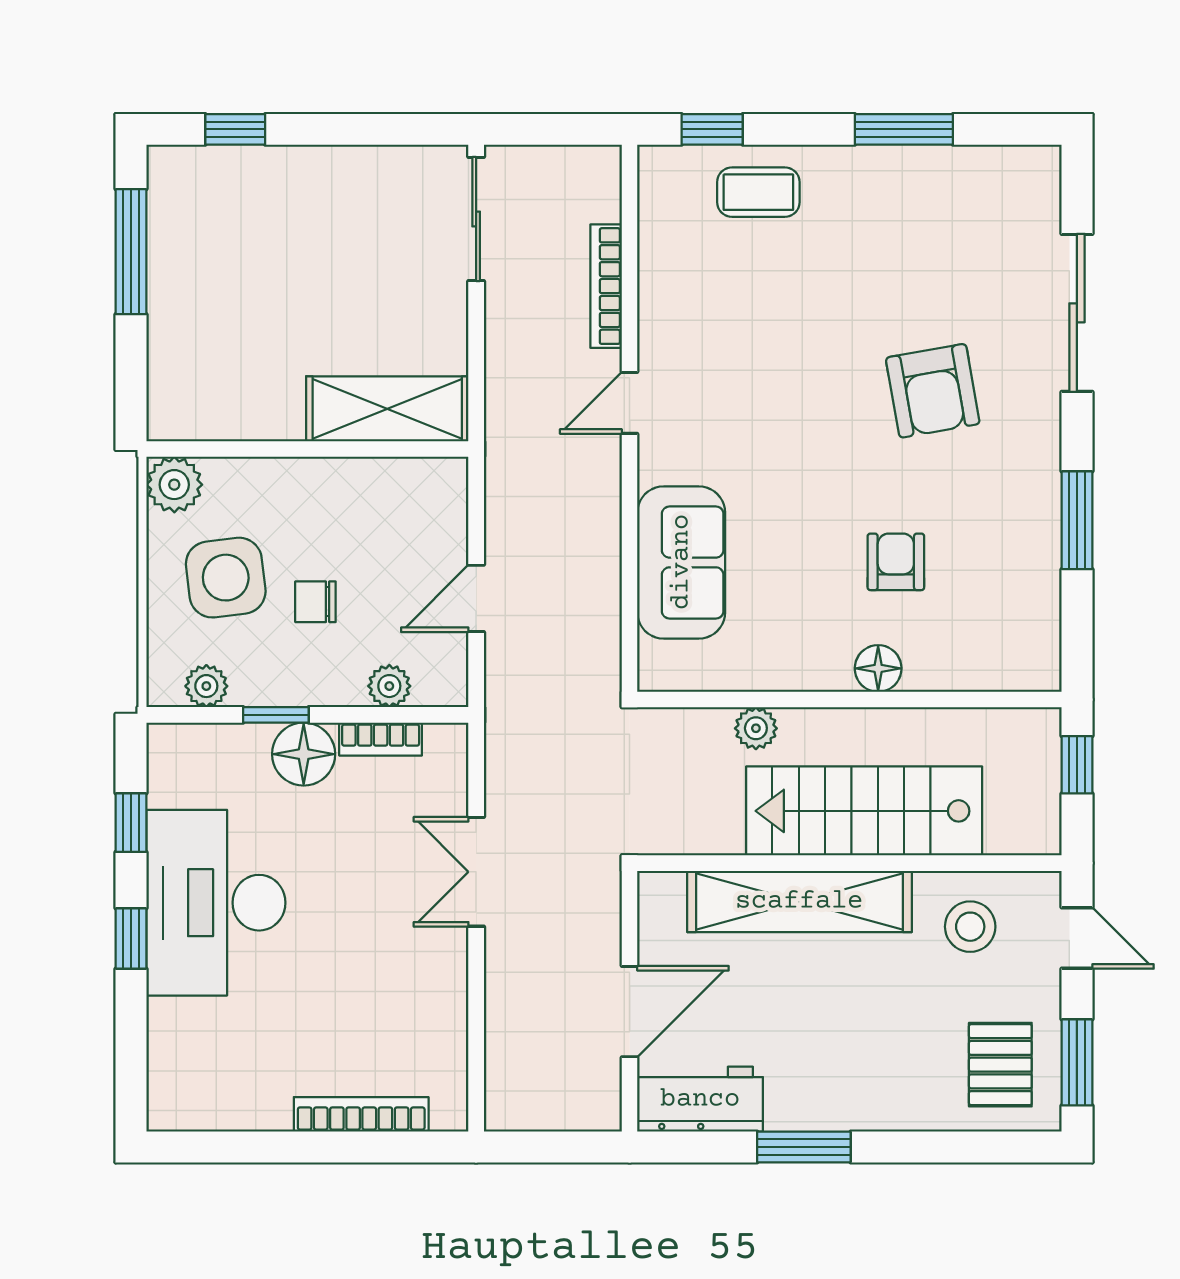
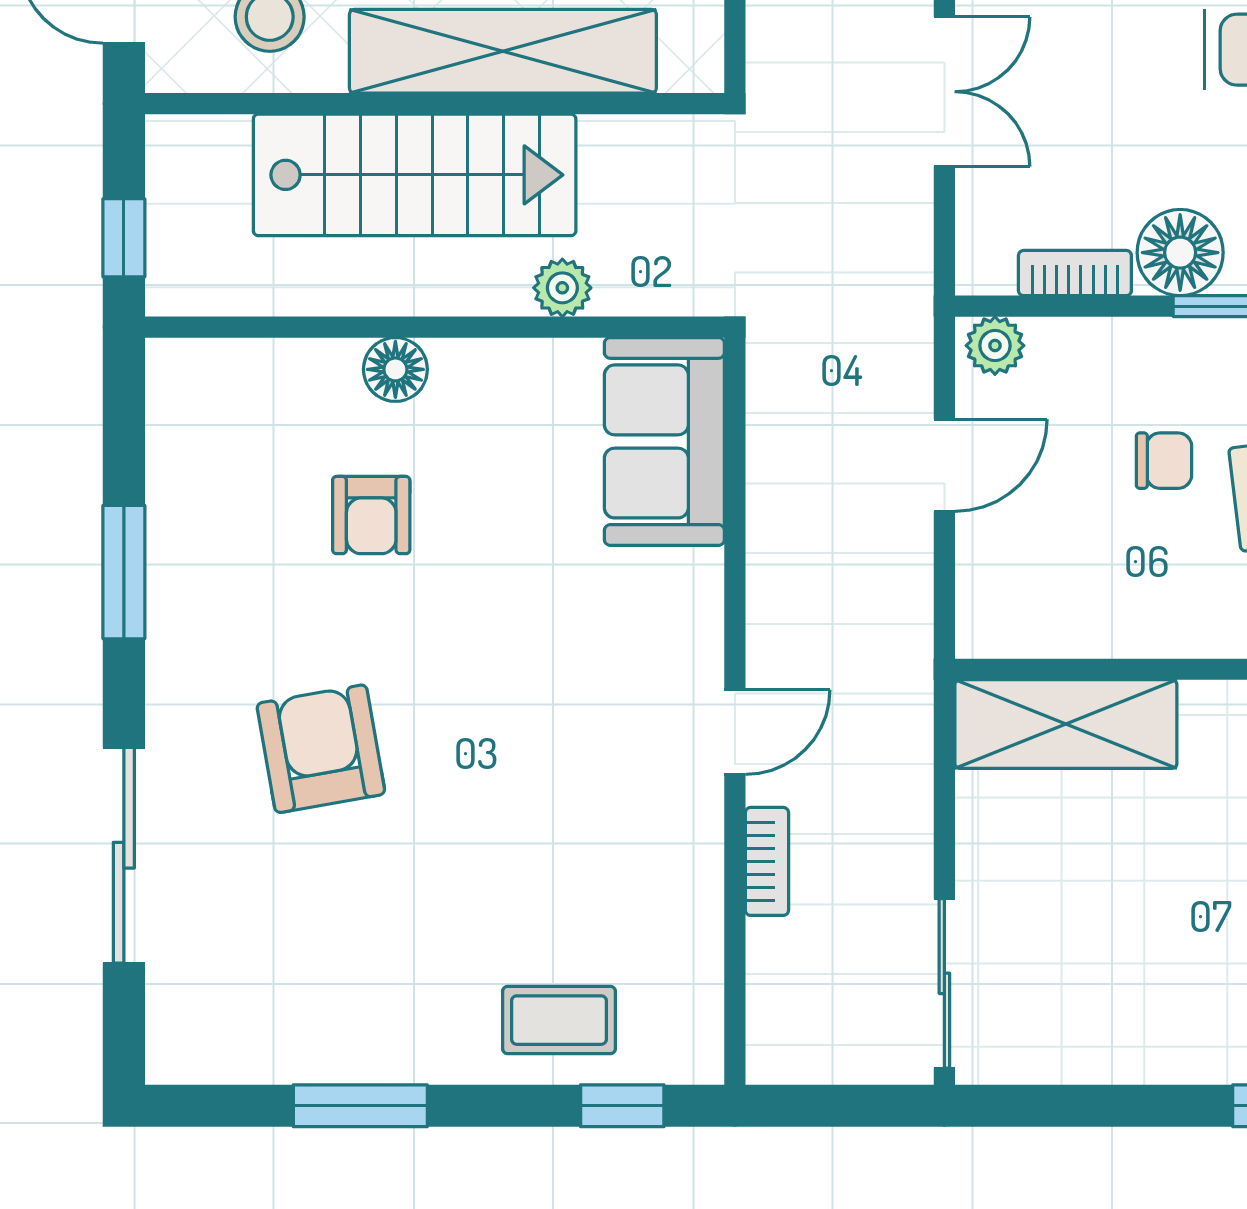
bookcase: (606, 286) -> (767, 861), width x0.64
sofa: (681, 562) -> (664, 441), moved
plant: (389, 686) -> (995, 346), moved

